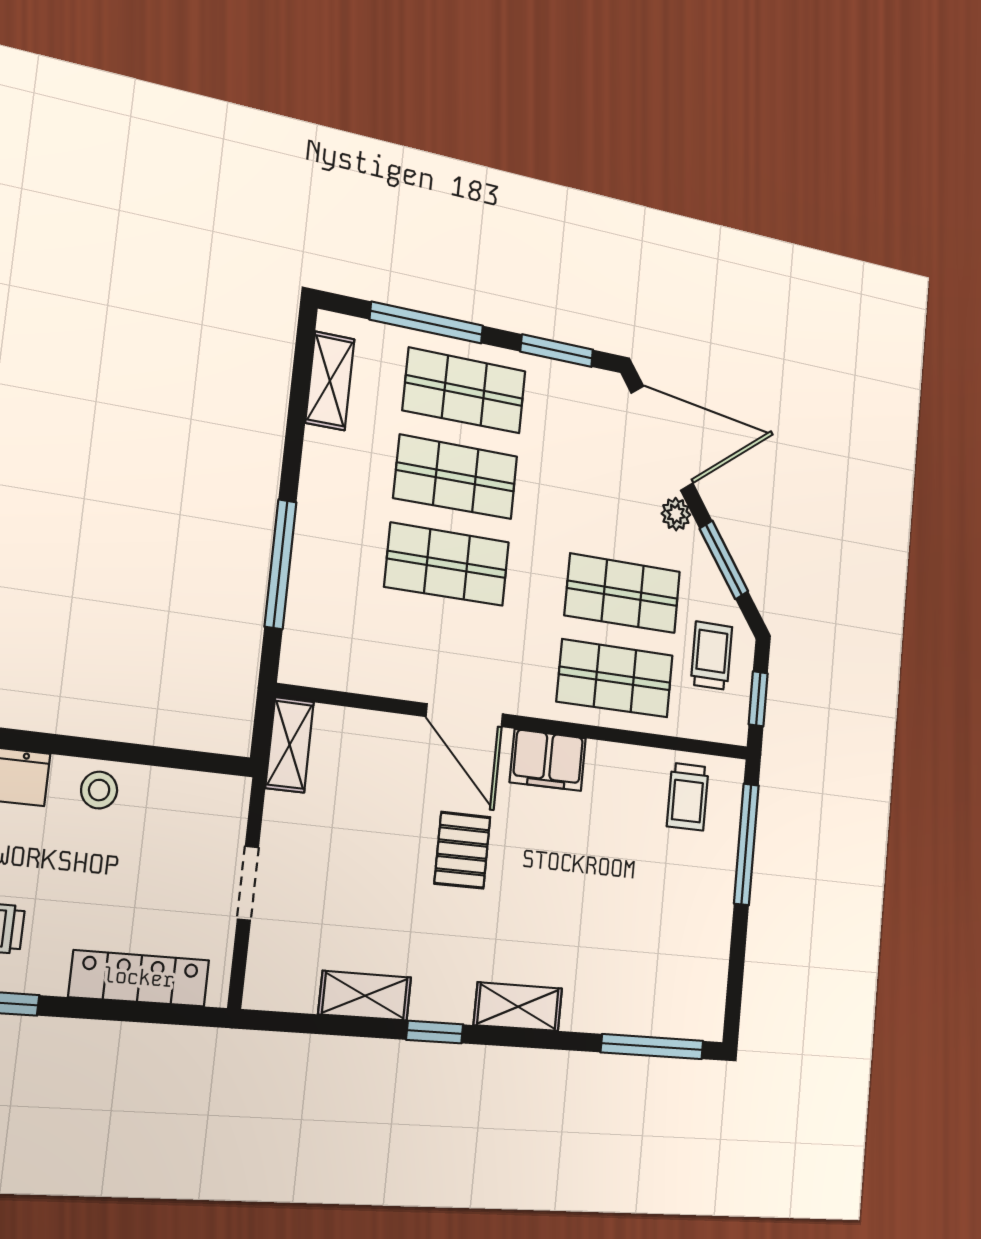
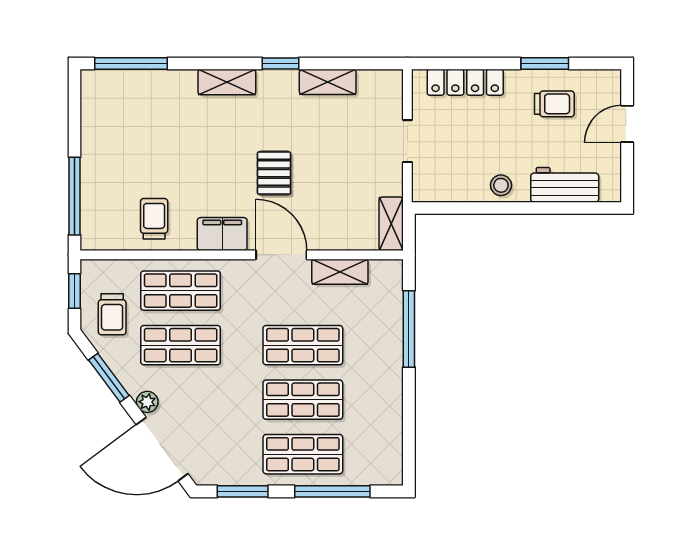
shelving: (330, 381) -> (340, 272), moved, turned 90
trolley: (688, 797) -> (154, 219), moved

